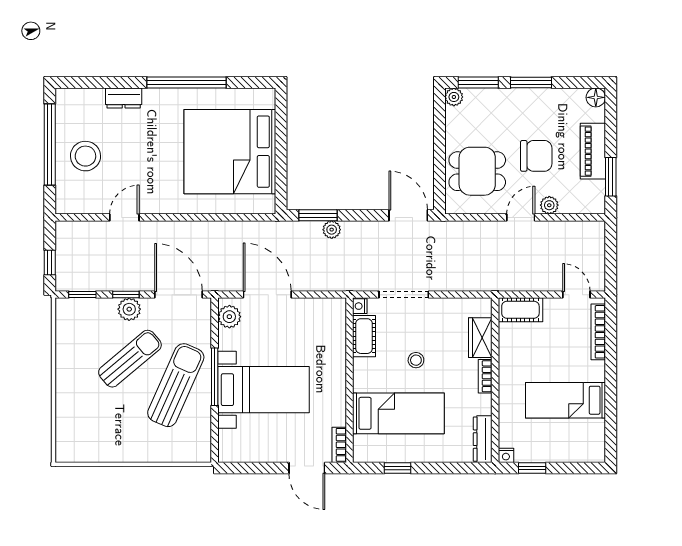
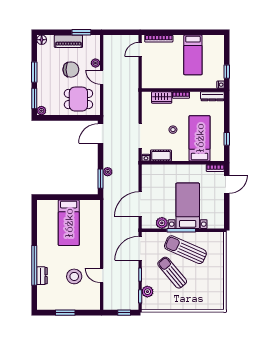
window: (187, 83) -> (34, 265), moved
window: (50, 145) -> (65, 313), width x0.47
bed: (230, 152) -> (69, 223), width x0.49
stool: (85, 156) -> (74, 276), moved
chair: (536, 156) -> (71, 70), turned 90
dining table: (477, 171) -> (78, 99), turned 90
plant: (129, 309) -> (147, 292), moved
cot: (520, 310) -> (148, 77), removed
plant: (229, 317) -> (162, 223), moved

